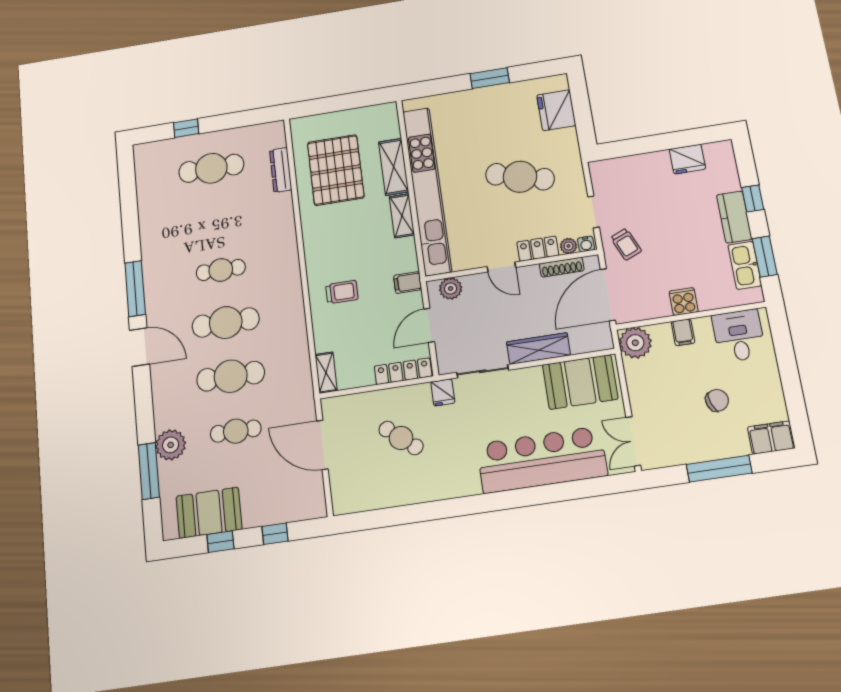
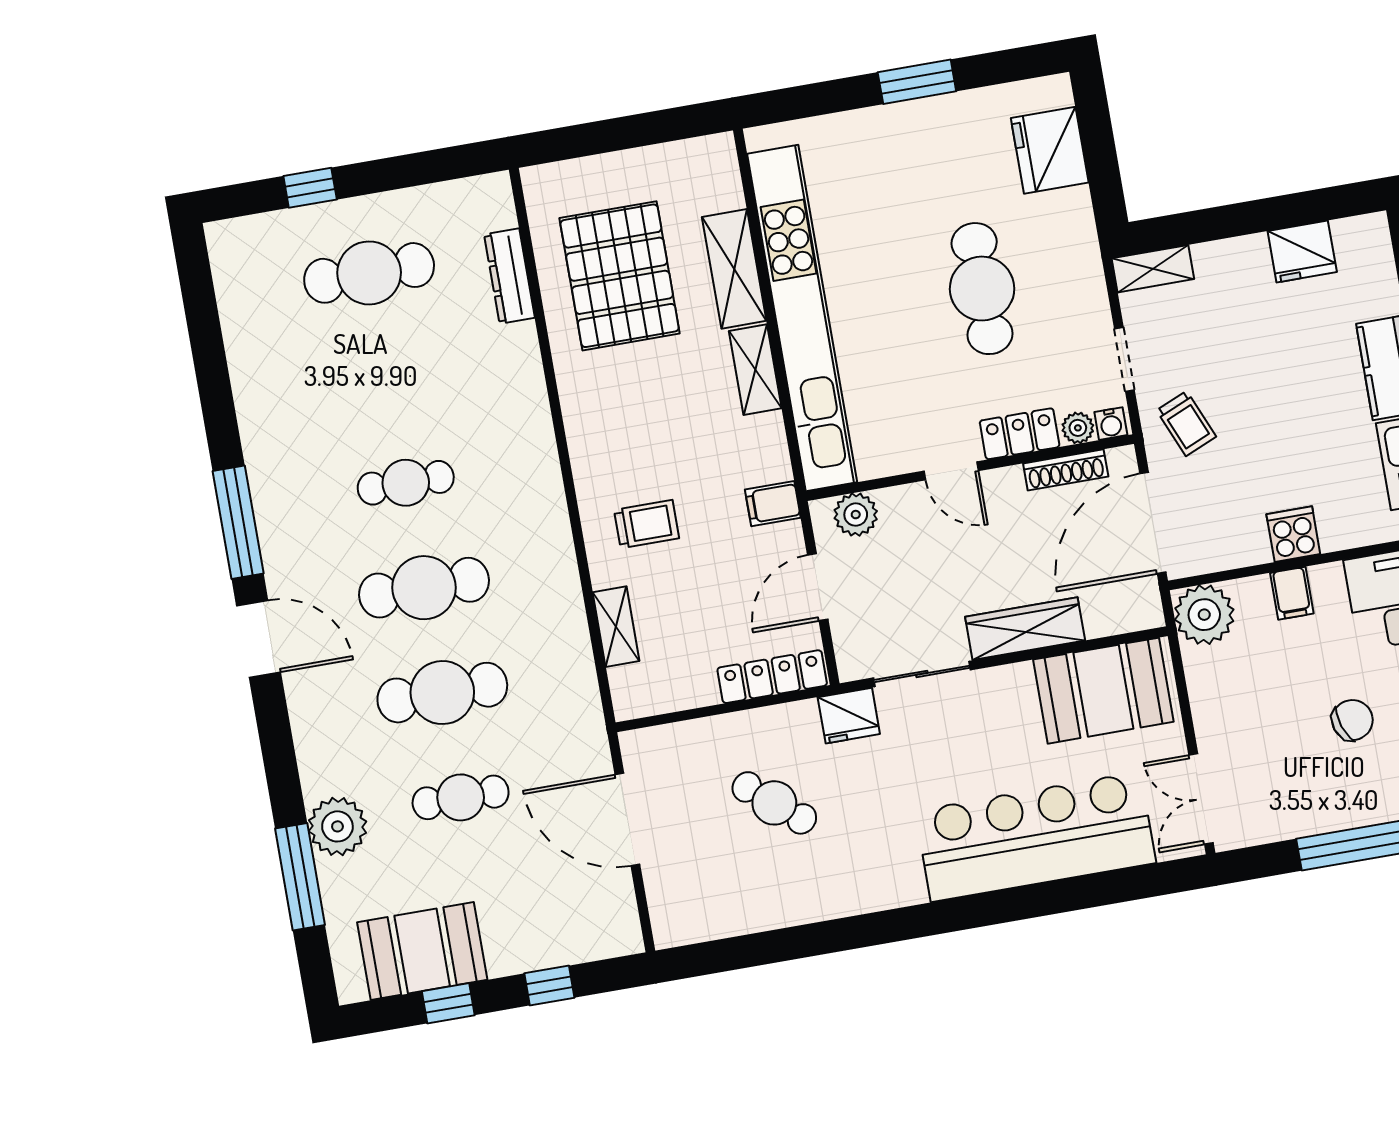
shelving: (609, 167) -> (1153, 269), added
cafe table: (520, 177) -> (982, 289), turned 74
shelving: (326, 373) -> (616, 627), moved
fridge: (443, 392) -> (849, 716), width x1.38

